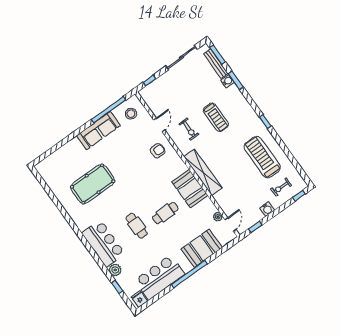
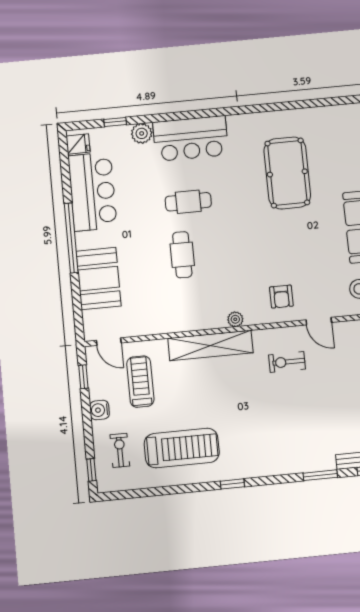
water cooler: (227, 81) -> (326, 462), removed
treadmill: (216, 117) -> (140, 382), moved, turned 90
booth: (190, 189) -> (197, 312), removed
plant: (218, 217) -> (235, 319), moved

